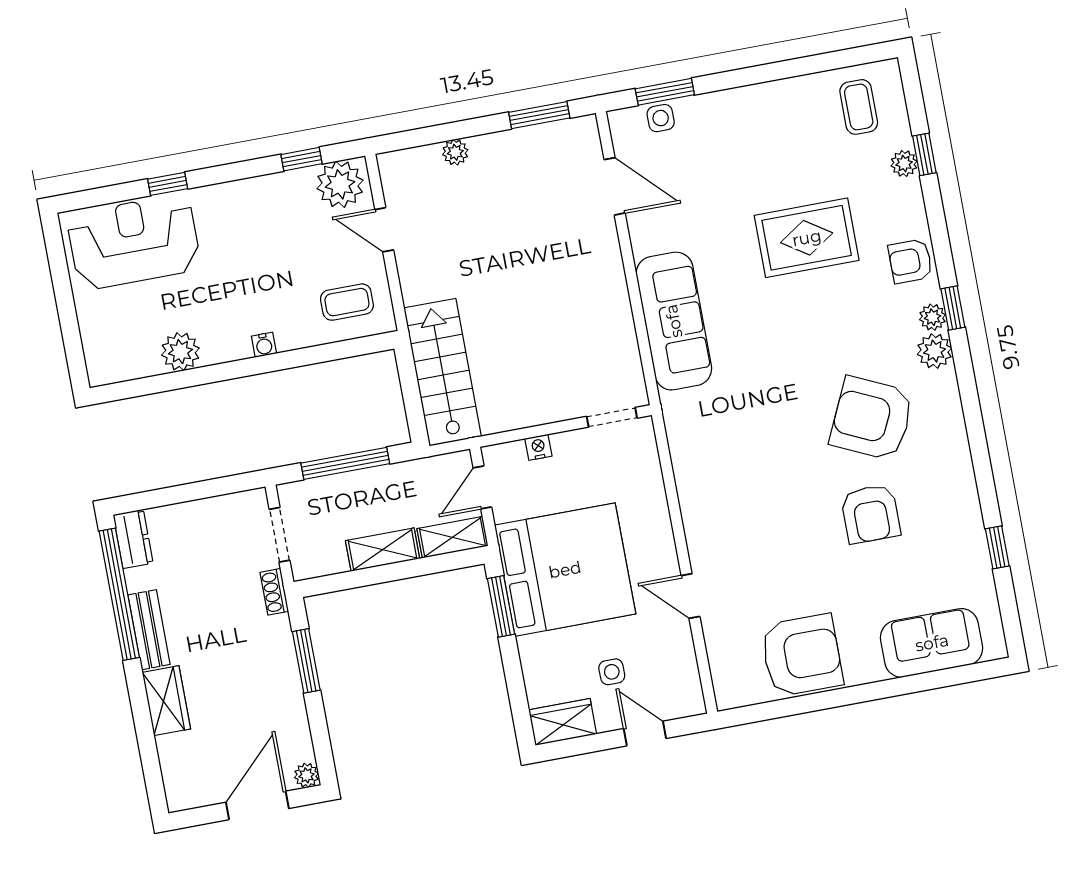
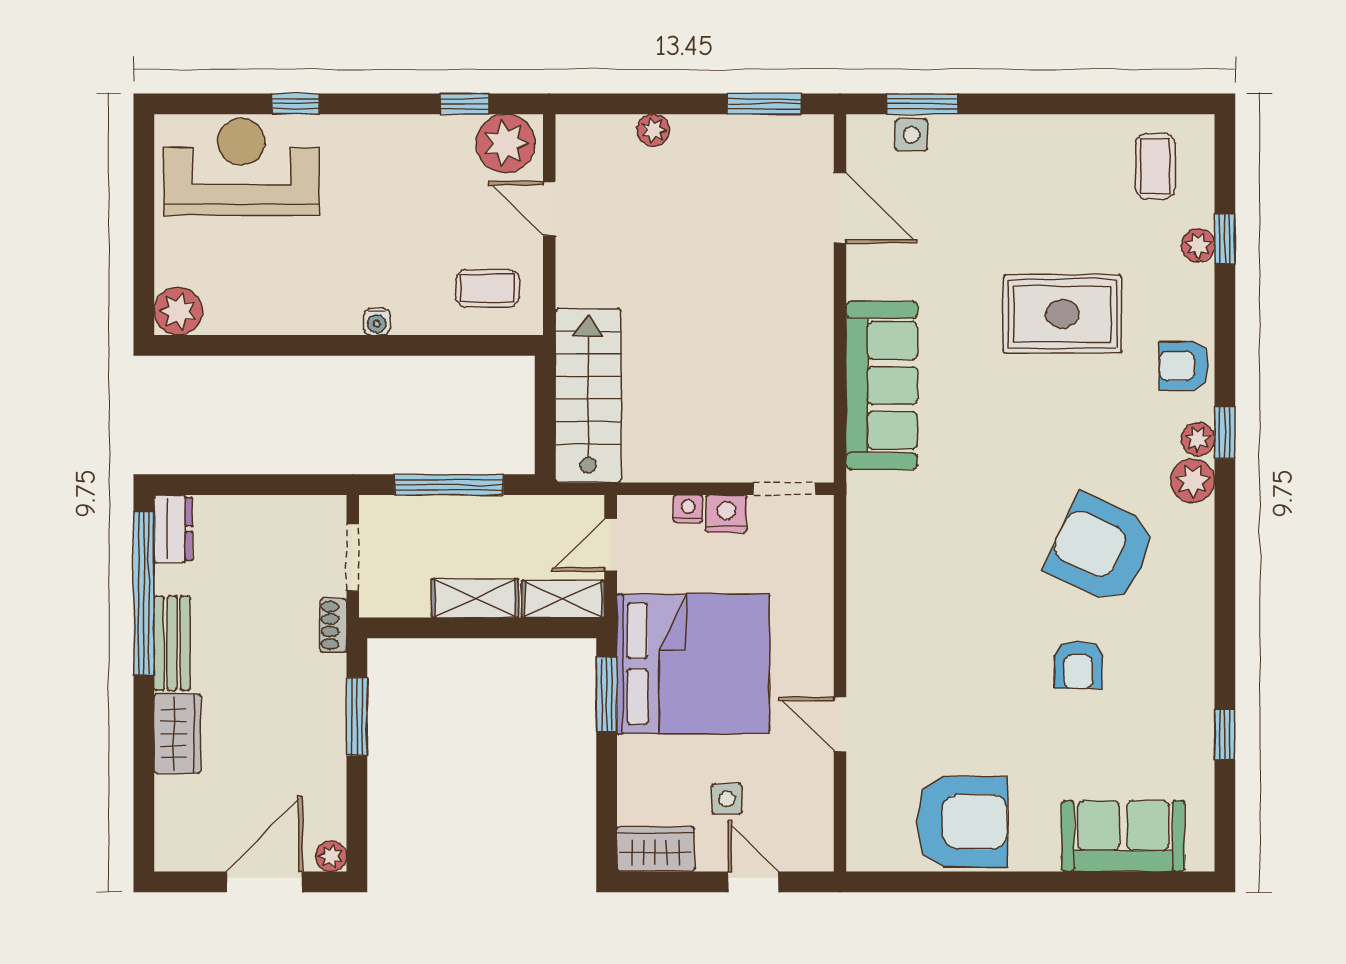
plant: (180, 352) -> (178, 311), moved
nightstand: (570, 446) -> (726, 514), added
armchair: (871, 514) -> (1078, 665), width x0.72, depth x0.72

